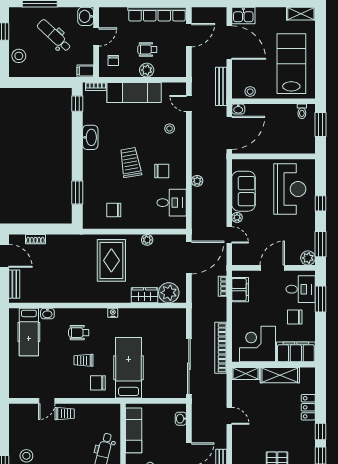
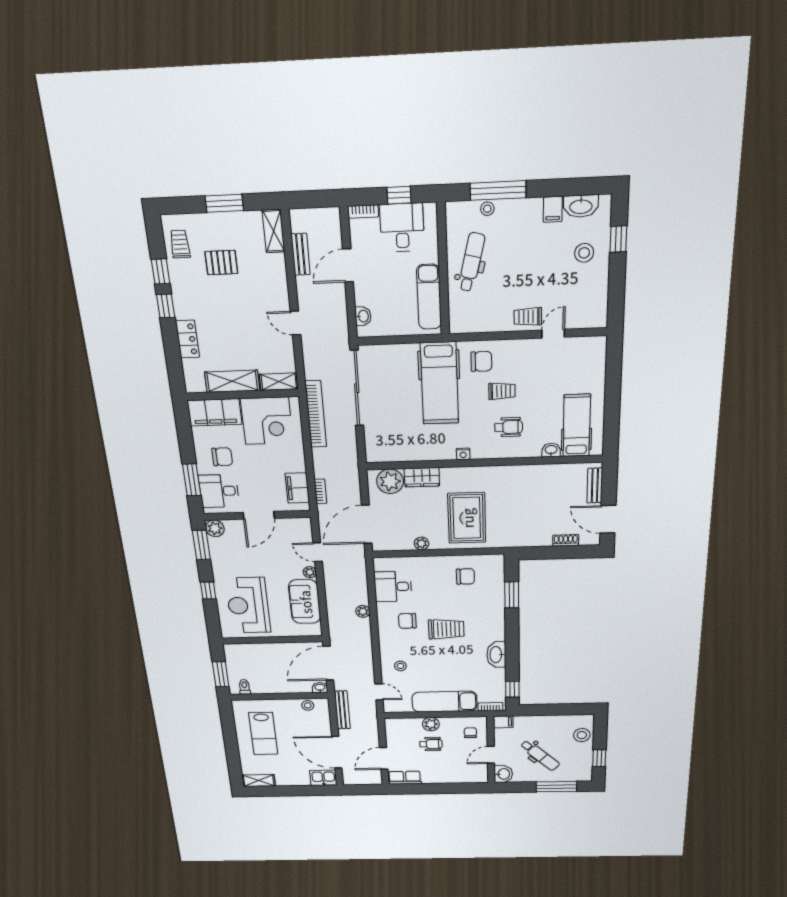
row of seats: (157, 14) -> (405, 778), width x0.50
lab bench: (291, 64) -> (263, 734), width x0.73, depth x0.72
trolley: (130, 163) -> (446, 629), turned -80

